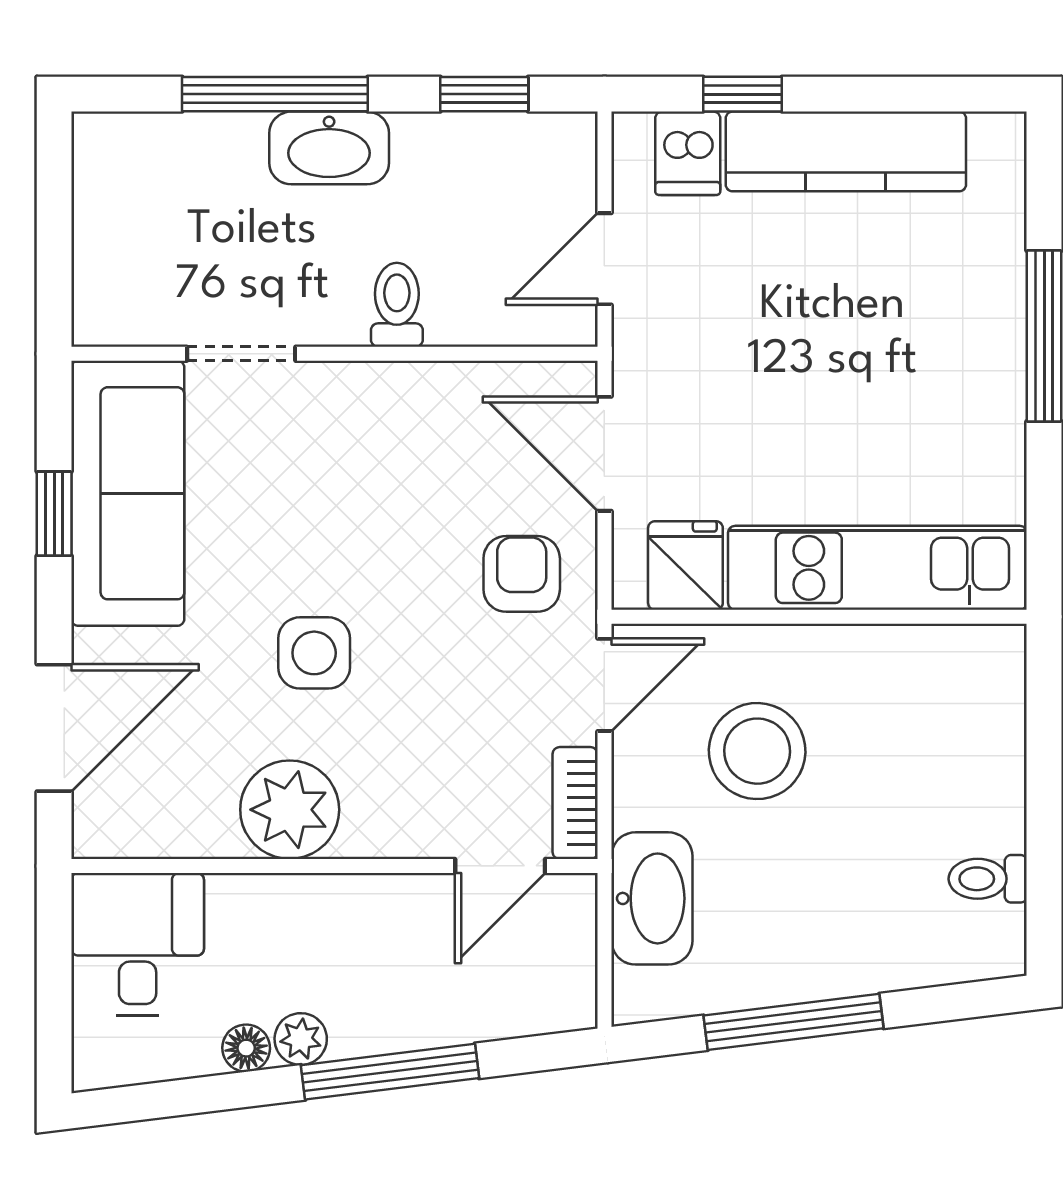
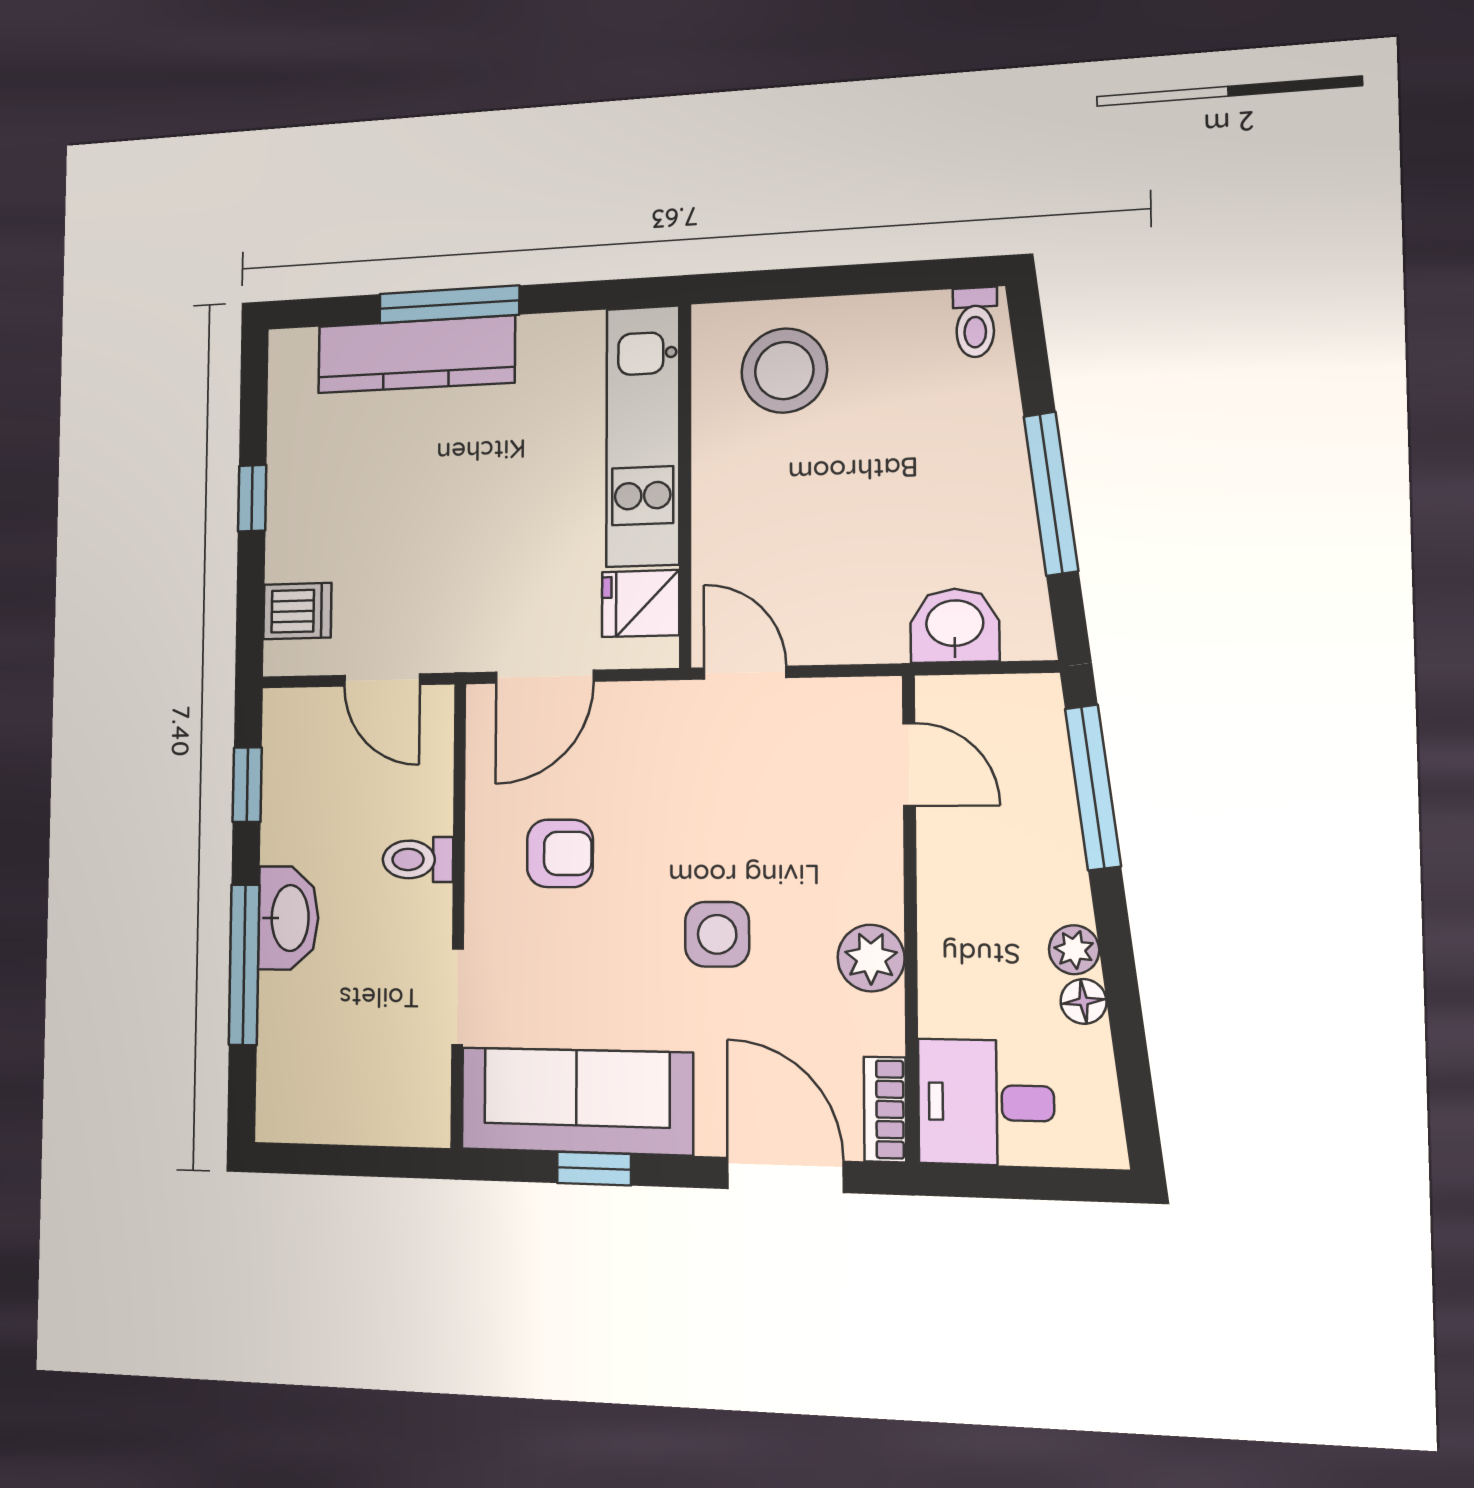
window: (743, 94) -> (252, 498), moved
kitchen counter: (846, 151) -> (416, 354), moved, turned 90
armchair: (522, 574) -> (560, 853), moved, turned 180
stool: (757, 751) -> (784, 371), moved
bookcase: (575, 803) -> (885, 1109), moved, turned 90
plant: (290, 810) -> (871, 958), width x0.73, depth x0.73
toilet: (988, 879) -> (975, 322), moved
washbasin: (652, 898) -> (955, 625), width x0.72
window: (390, 1072) -> (1093, 787), moved

